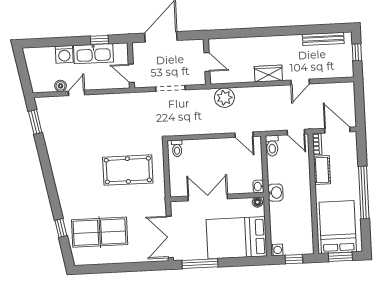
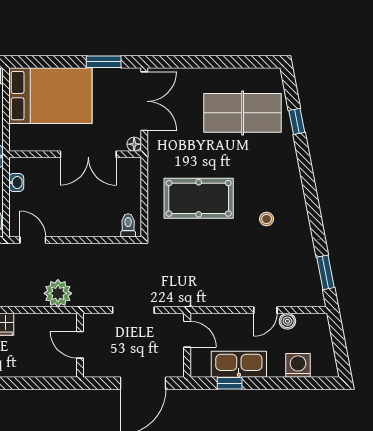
washing machine: (64, 54) -> (298, 365), moved
stool: (79, 158) -> (267, 219), added
washbasin: (258, 186) -> (16, 183), moved
floor lamp: (257, 202) -> (134, 144), moved
window: (200, 264) -> (104, 62), width x0.69

